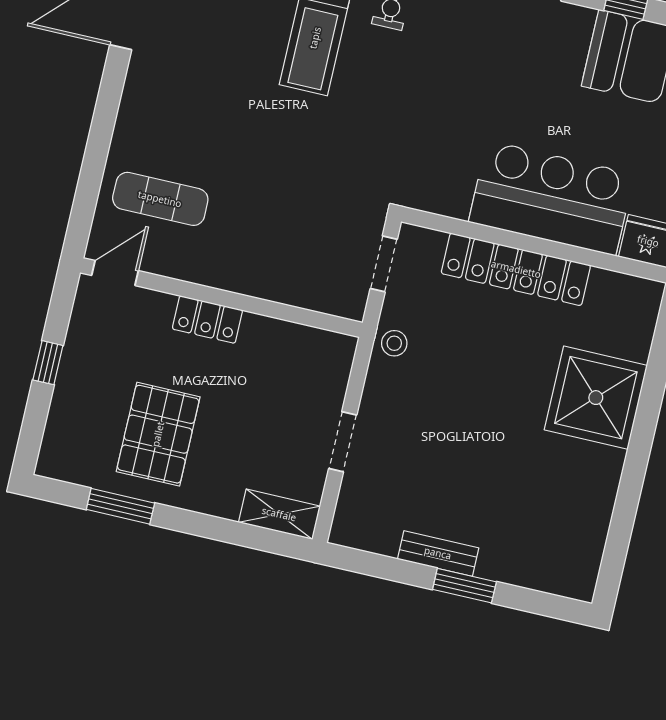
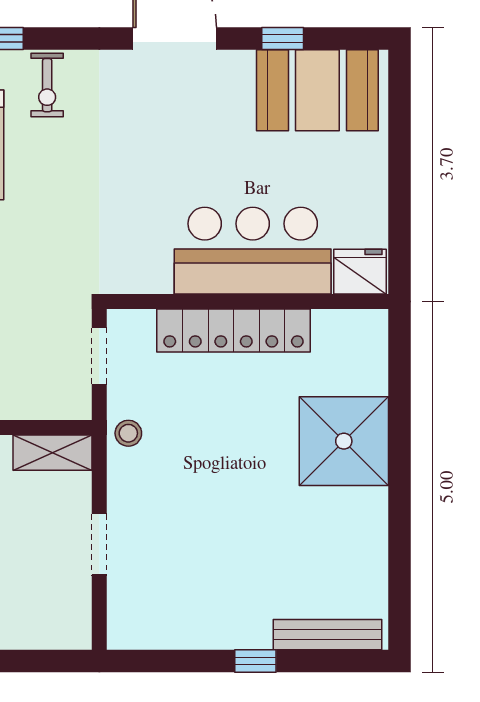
shelving: (279, 514) -> (52, 453), moved
bench: (438, 553) -> (327, 635), moved, width x1.36
window: (464, 586) -> (255, 661), width x0.67

